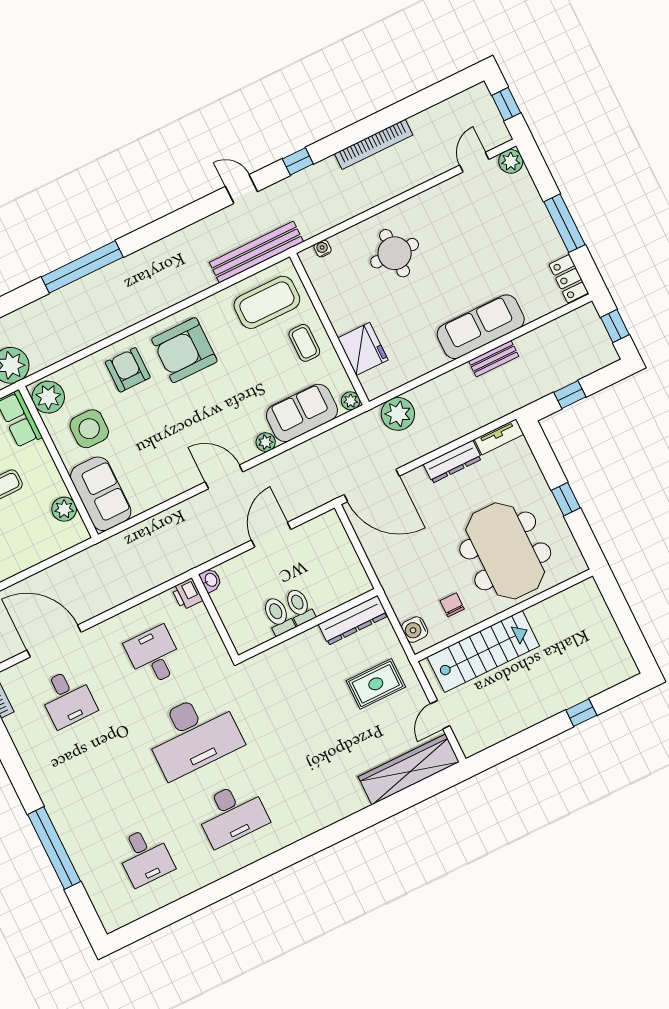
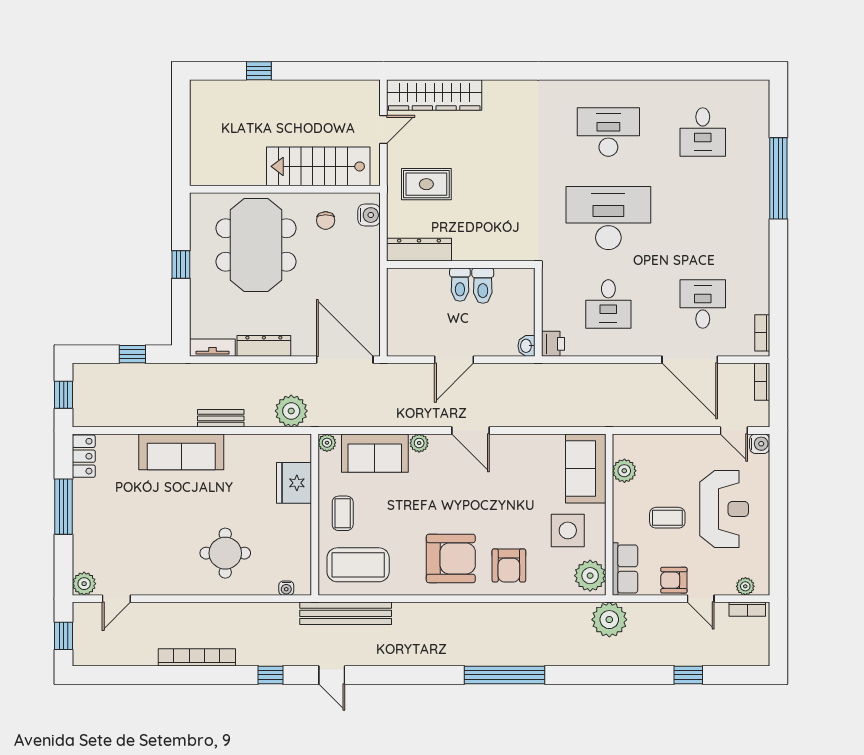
bench: (494, 359) -> (221, 418), moved
desk: (145, 857) -> (703, 132), turned 180

